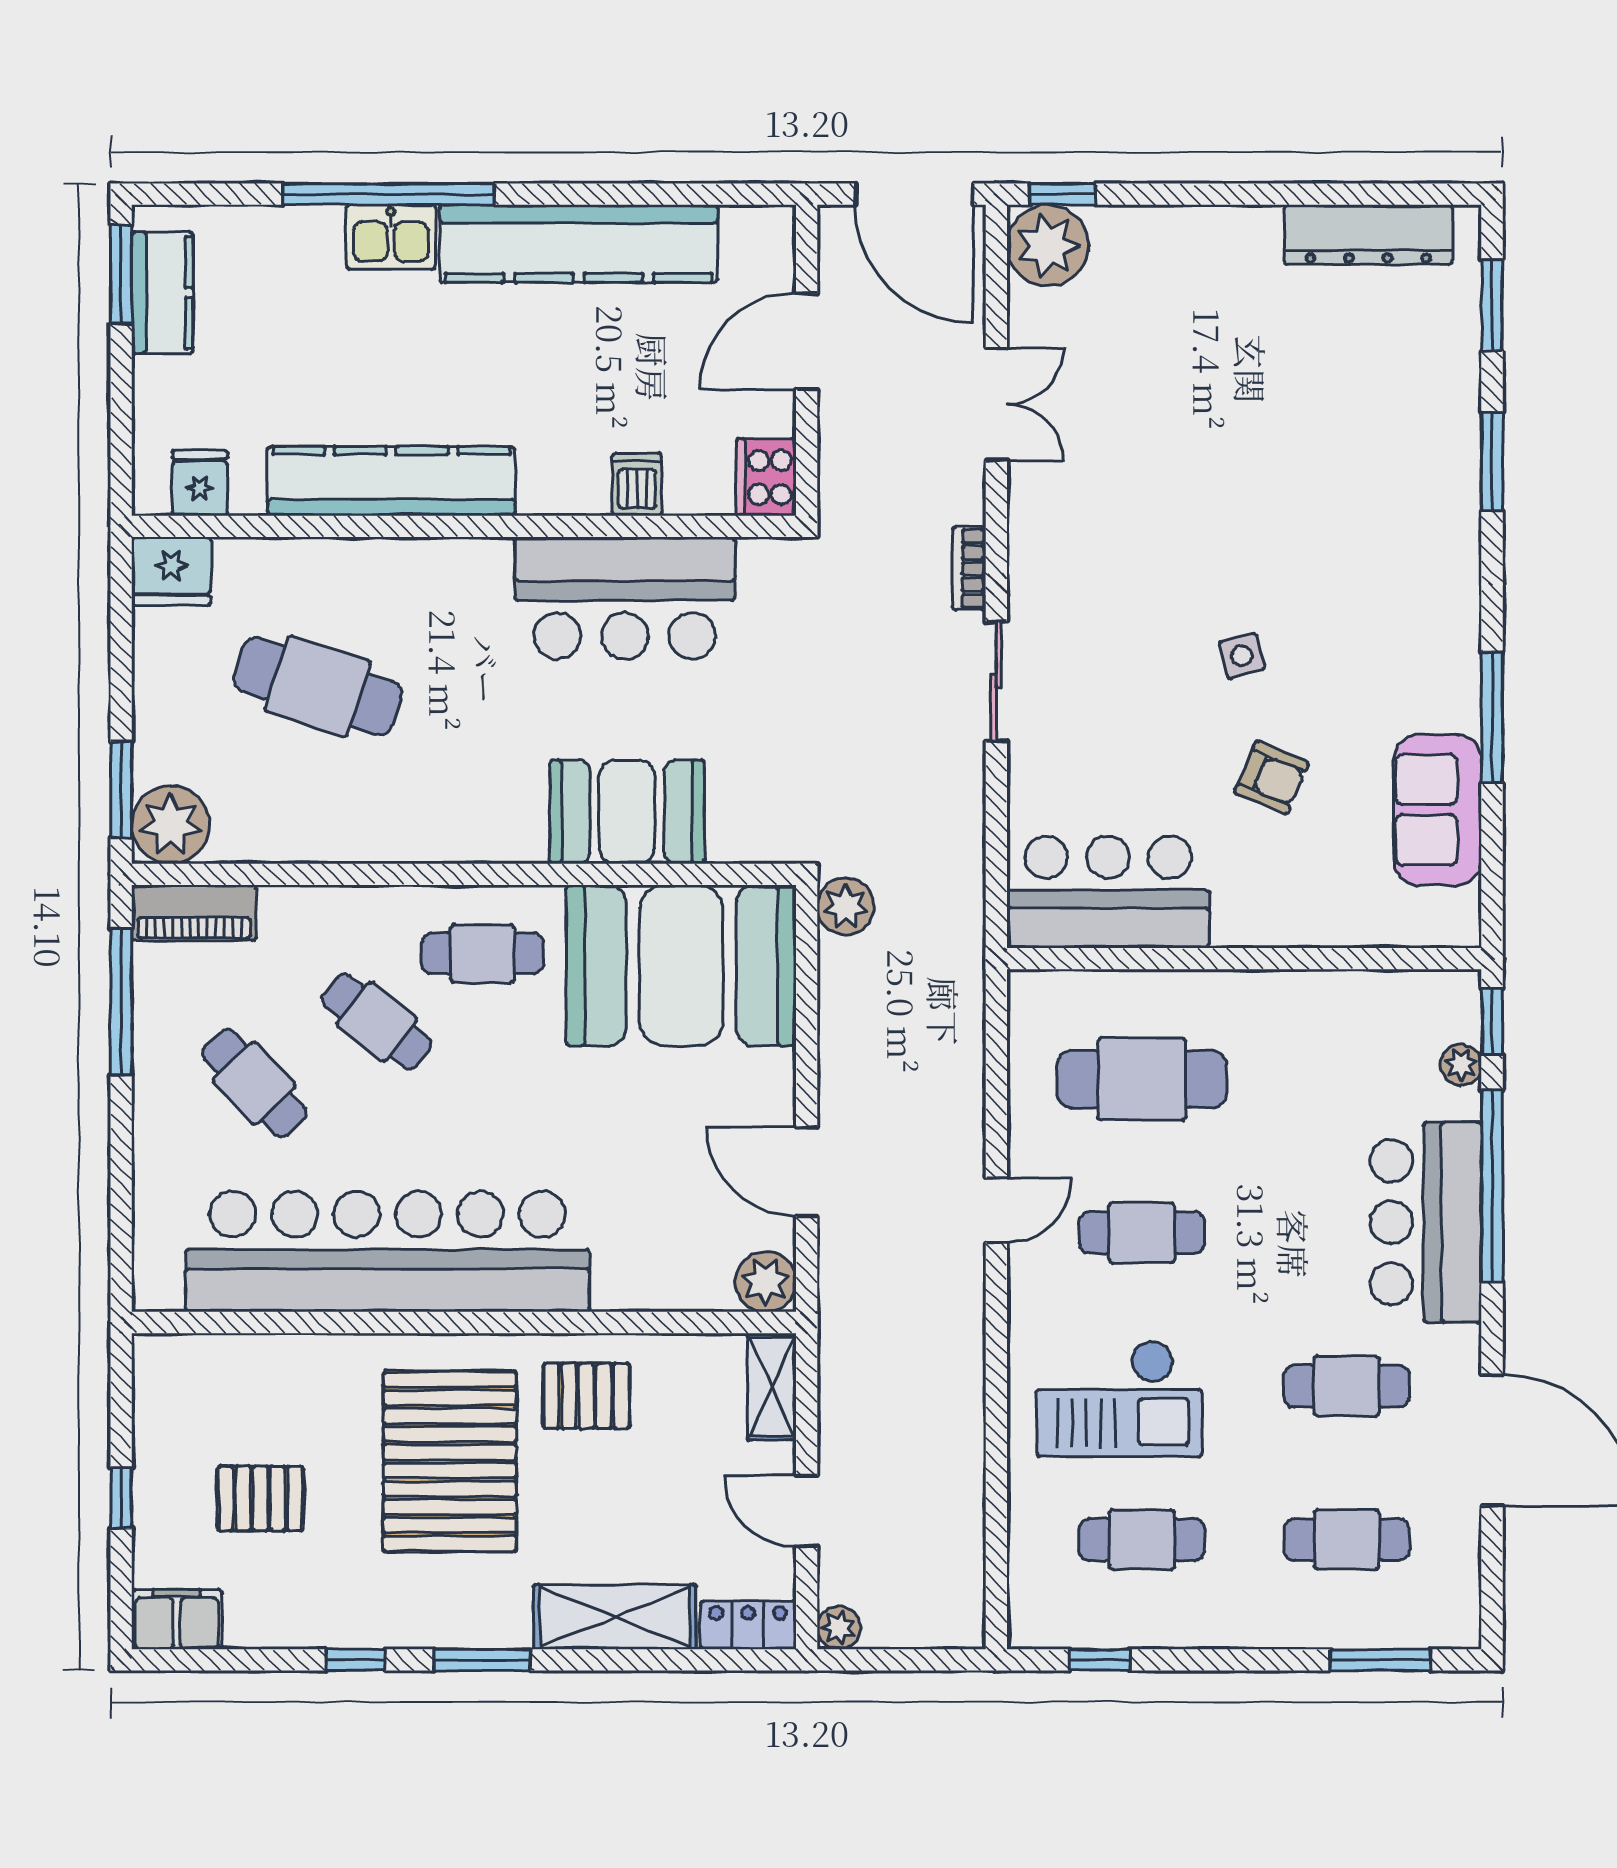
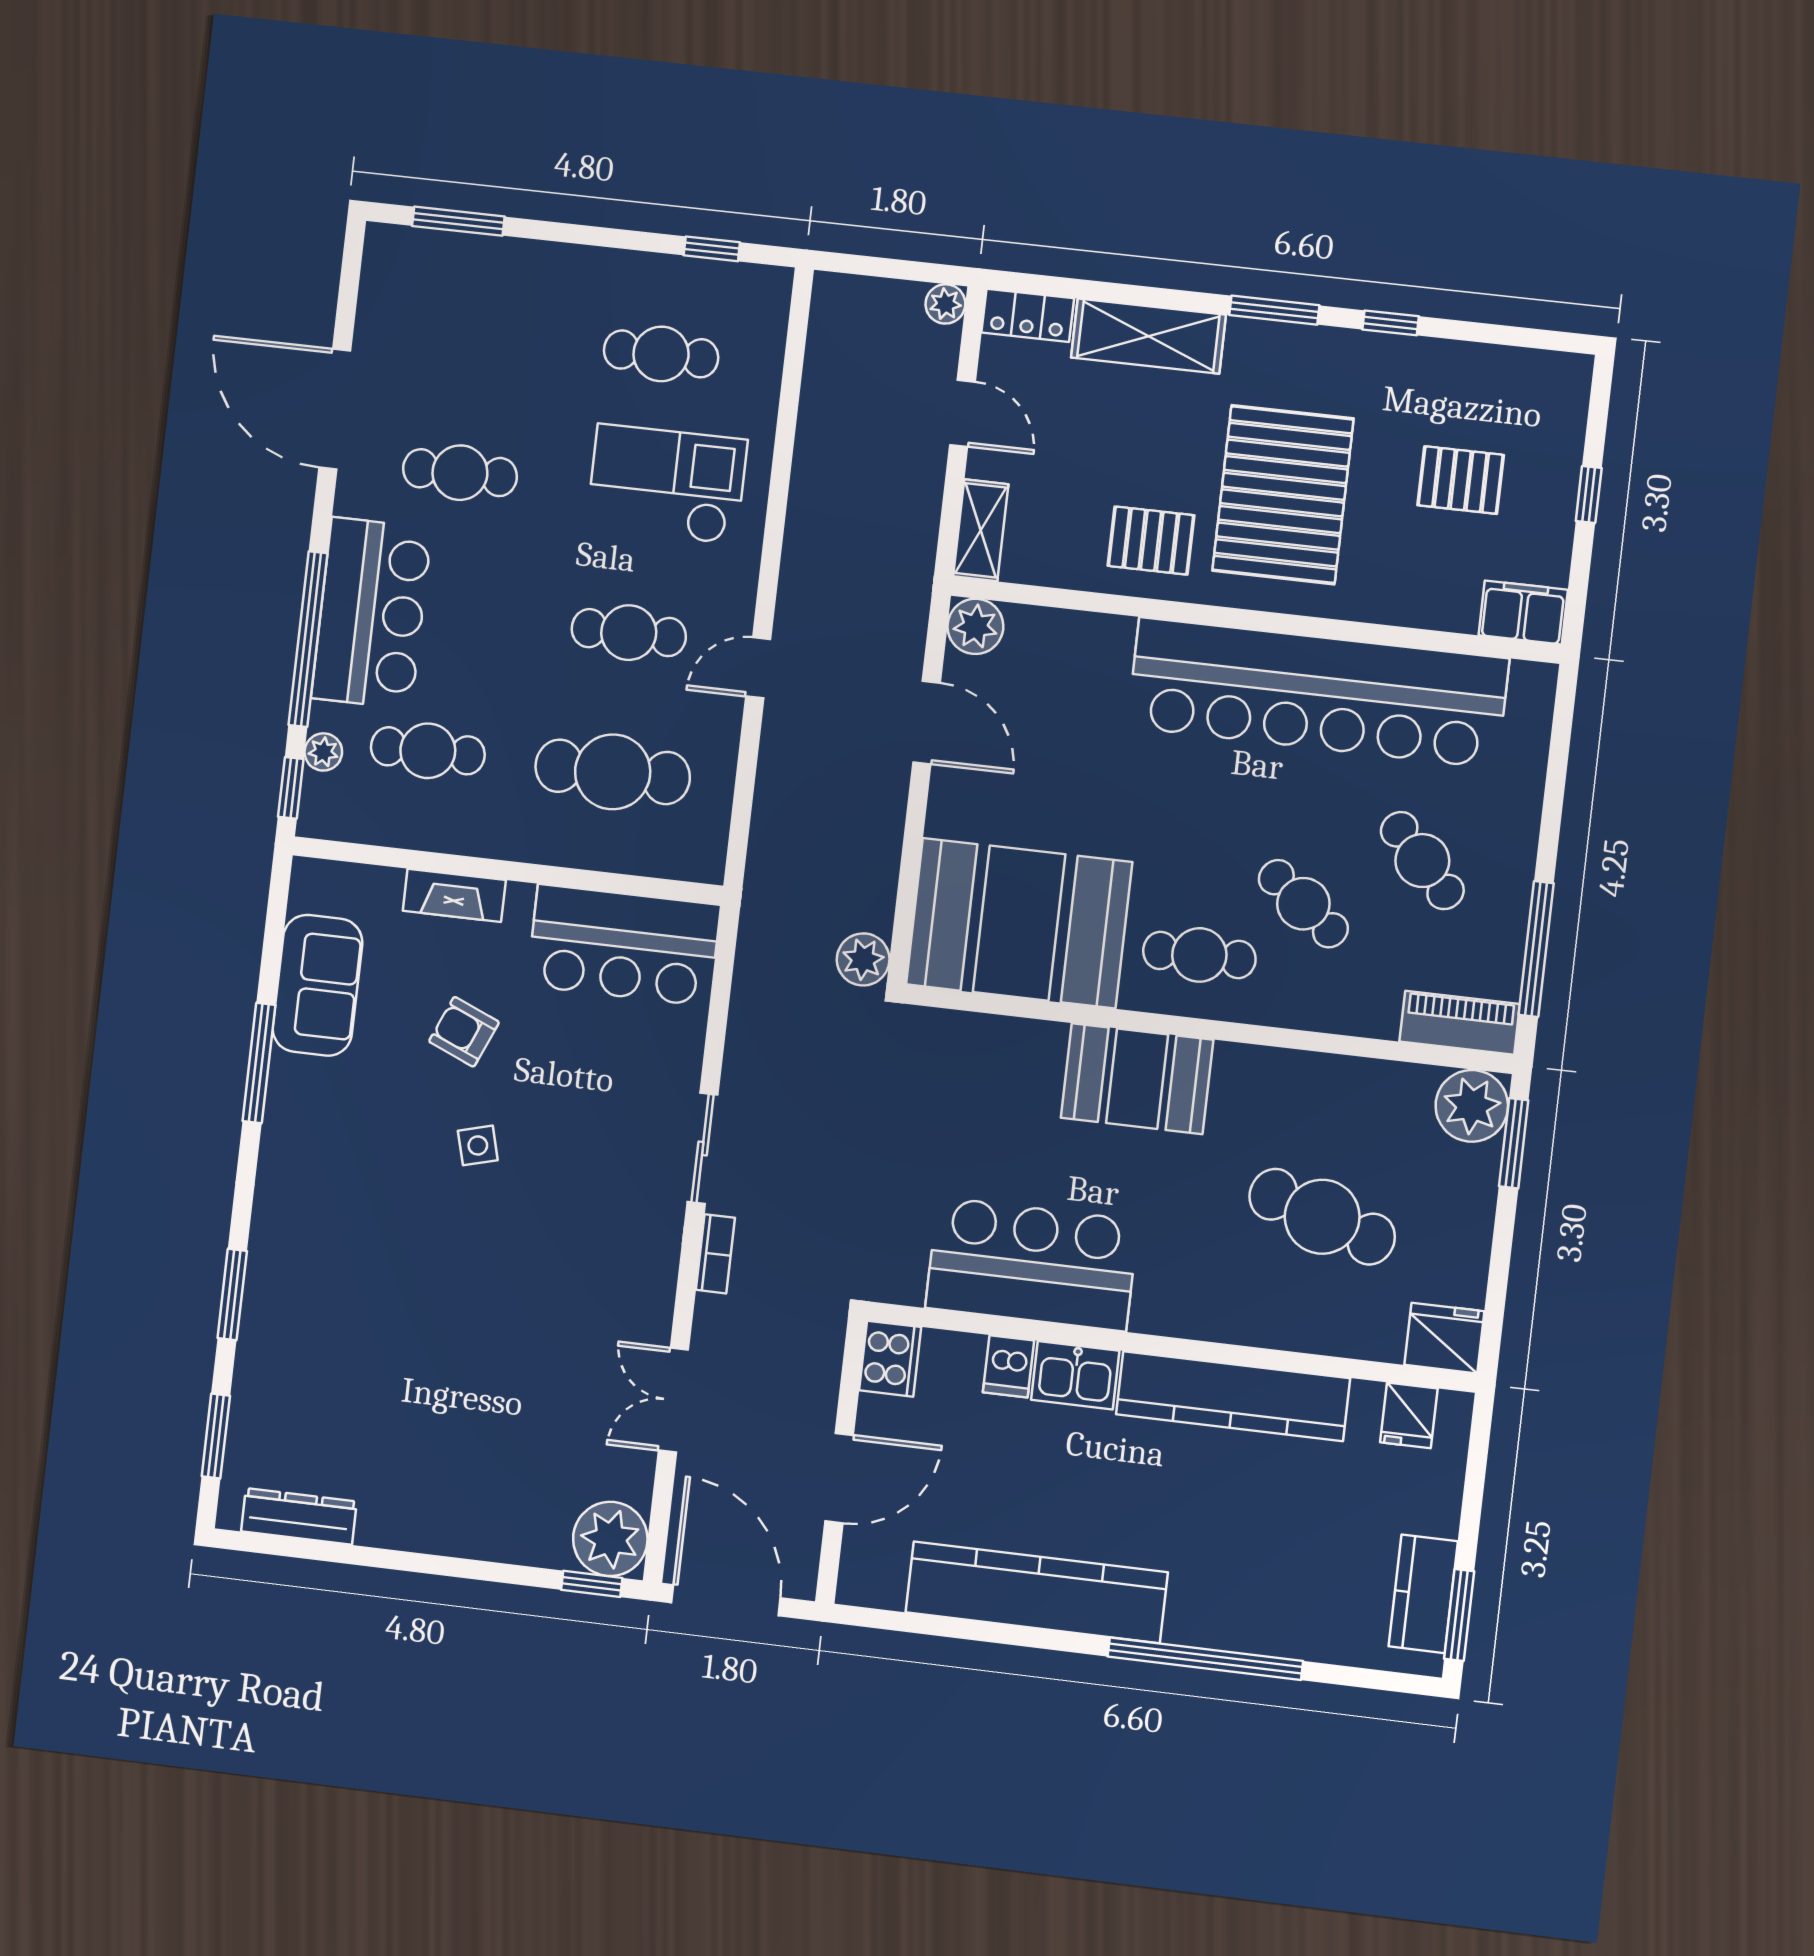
dresser: (1368, 235) -> (299, 1516), width x0.73, depth x0.80
kitchen sink: (391, 237) -> (1075, 1375), moved, turned 180
booth: (627, 812) -> (1137, 1079), moved
fireplace: (1299, 925) -> (454, 895), added
cafe table: (1347, 1540) -> (428, 751), moved
filing cabinet: (177, 1619) -> (1523, 612), moved, turned 180

